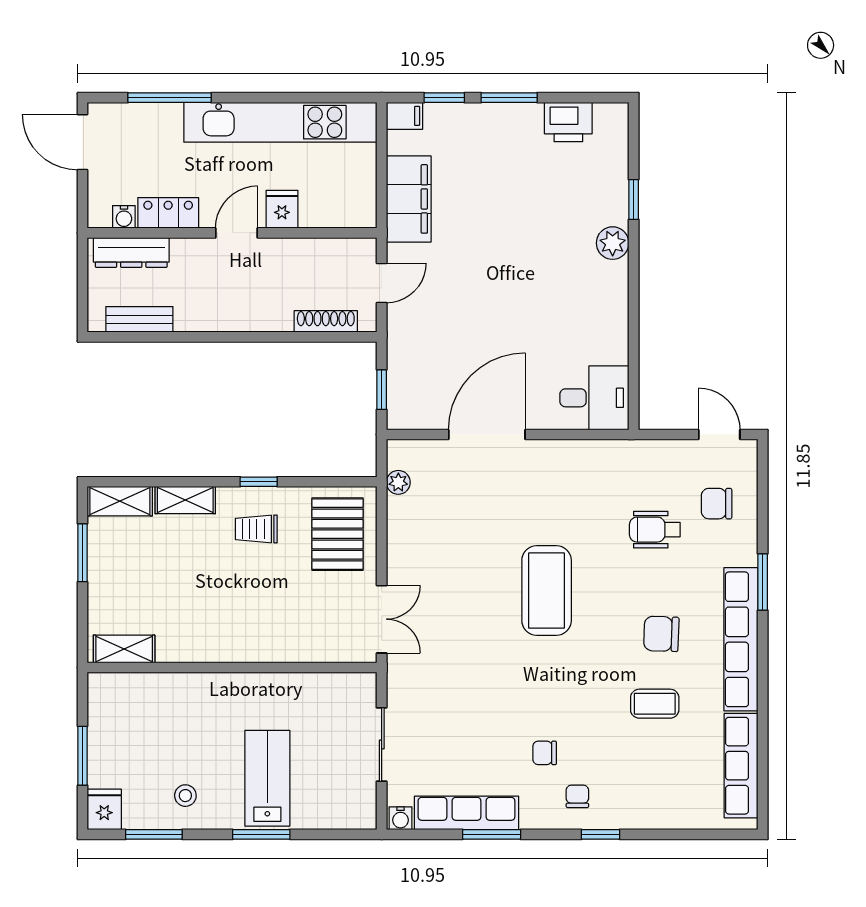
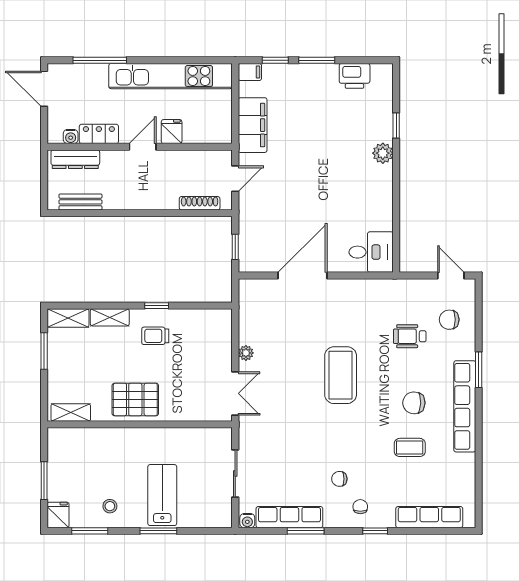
plant: (398, 482) -> (246, 353), moved
pallet: (338, 534) -> (135, 399), moved, turned 90
row of seats: (741, 766) -> (429, 517), moved, turned 90

